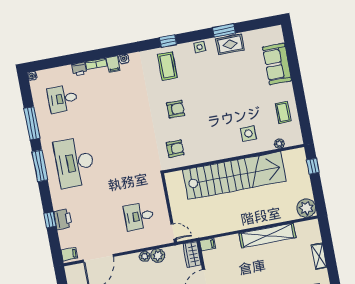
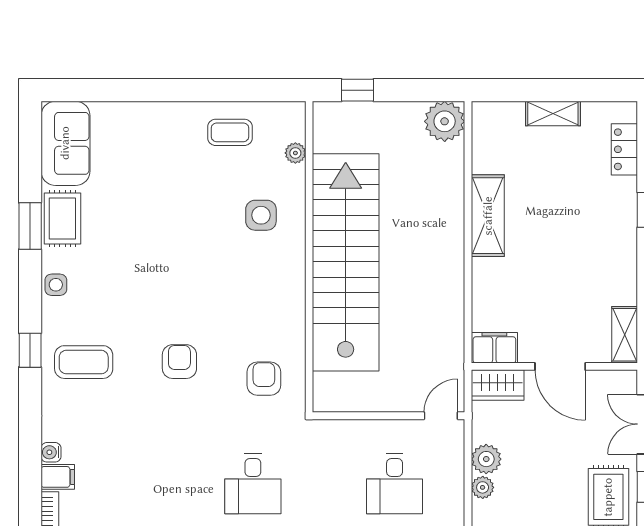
sofa: (277, 64) -> (65, 143), moved, turned -90
desk: (127, 153) -> (253, 484), added
shelving: (267, 236) -> (488, 216), width x0.68
filing cabinet: (208, 245) -> (494, 348), width x2.00

